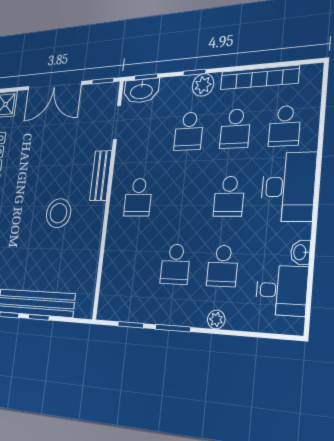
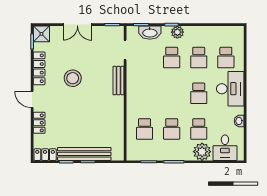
bookcase: (259, 77) -> (210, 31), removed
double door: (54, 86) -> (77, 25), width x0.73
washbasin: (141, 91) -> (150, 33), moved
school desk: (138, 197) -> (145, 129), moved
stool: (58, 213) -> (73, 78), moved
desk: (281, 290) -> (225, 148), moved, turned 90
plant: (216, 319) -> (202, 152), width x1.87, depth x1.87

